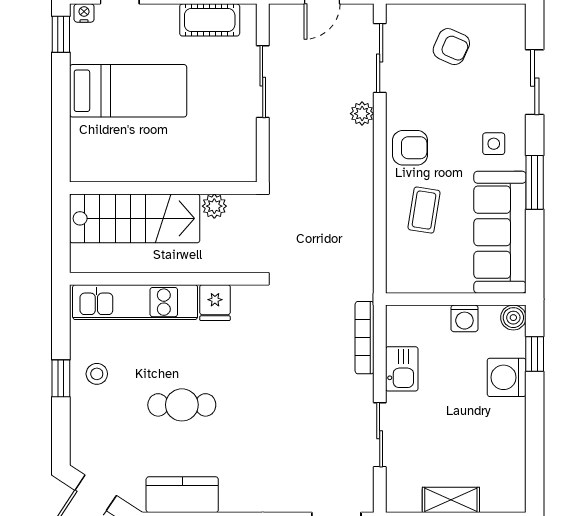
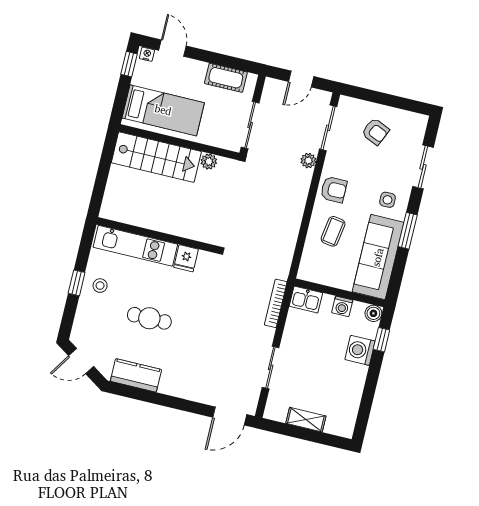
wall: (163, 188) -> (179, 142), moved
plant: (214, 206) -> (209, 161), moved
stairs: (135, 218) -> (156, 157), moved
kitchen sink: (402, 369) -> (306, 300), moved, turned 90

